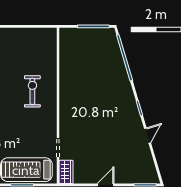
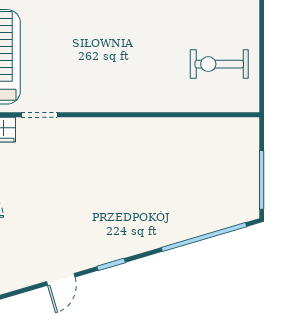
exercise bike: (32, 91) -> (219, 64), moved, turned 180
door: (148, 136) -> (61, 279), hinge flipped

